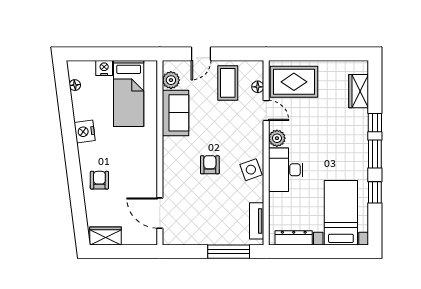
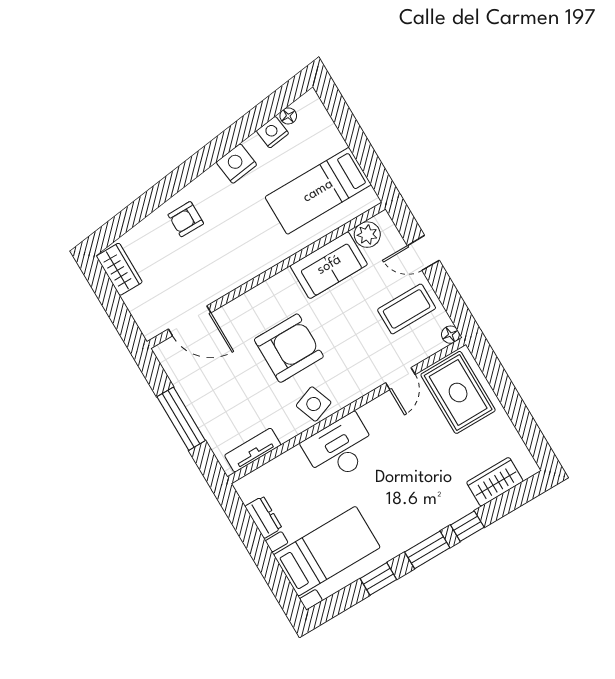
nightstand: (104, 68) -> (273, 132), moved, turned -97
floor lamp: (258, 87) -> (450, 335), moved
plant: (277, 138) -> (373, 413), removed
armchair: (210, 165) -> (289, 348), width x1.88, depth x1.88
armchair: (99, 180) -> (186, 219), turned 180
door: (160, 213) -> (190, 321), swing flipped
dresser: (294, 238) -> (263, 517), width x0.70
window: (229, 252) -> (181, 419), moved

